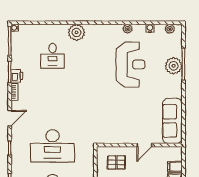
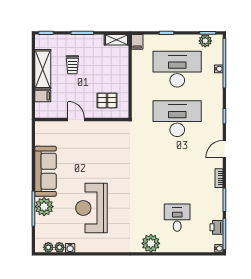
plant: (128, 29) -> (59, 247), moved
printer: (17, 76) -> (216, 227), moved
sofa: (172, 121) -> (45, 171), moved
door: (144, 145) -> (76, 120), hinge flipped

